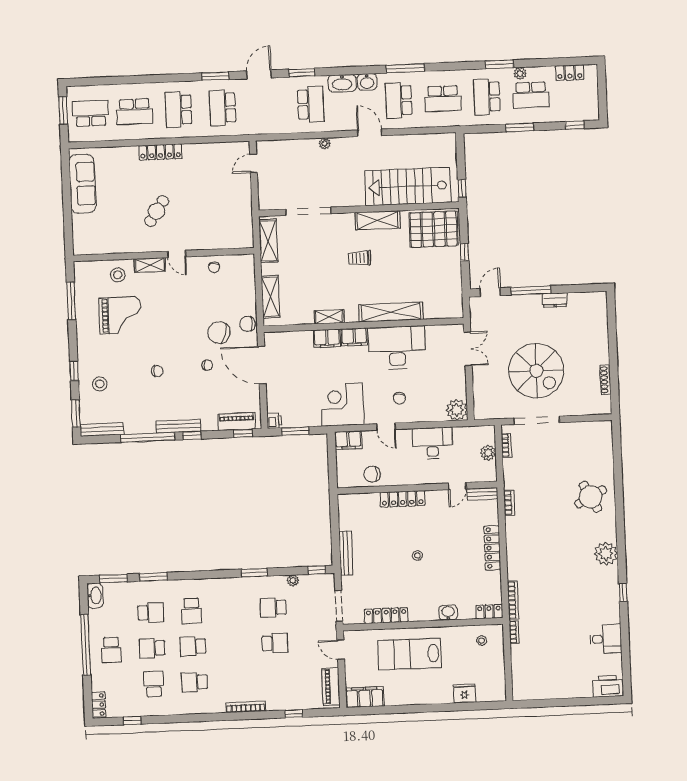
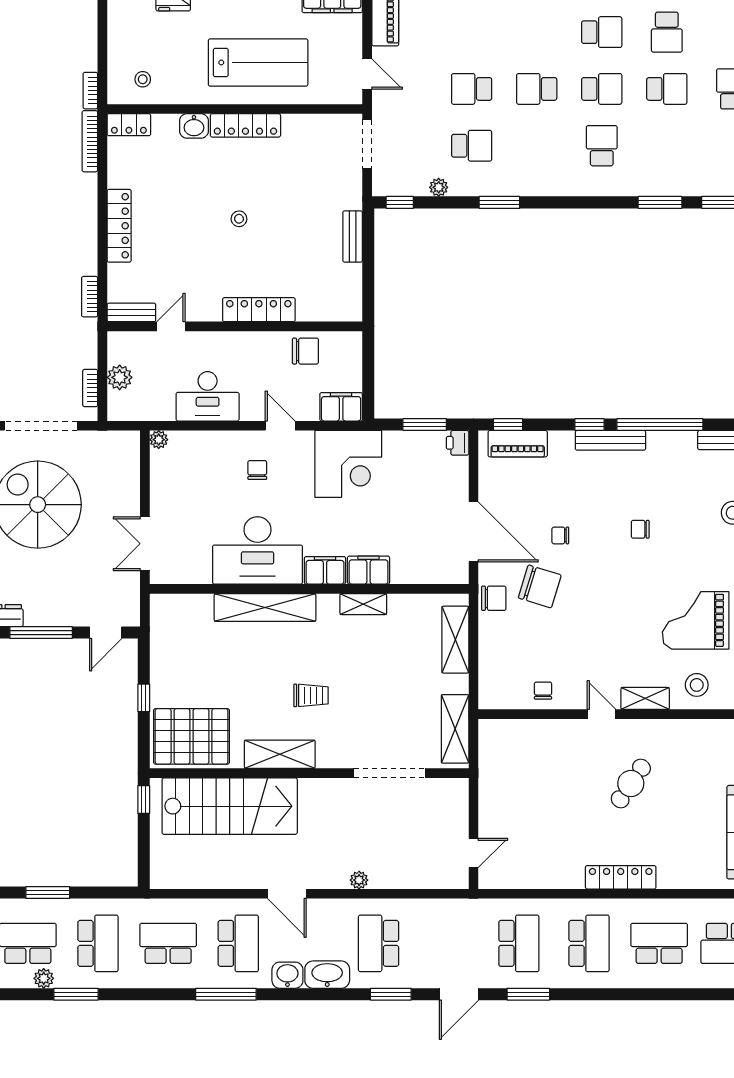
plant: (457, 410) -> (159, 440), width x0.53, depth x0.53
bench: (346, 553) -> (353, 237), width x0.73
school desk: (151, 613) -> (537, 89), moved
locker: (386, 616) -> (245, 125), moved

